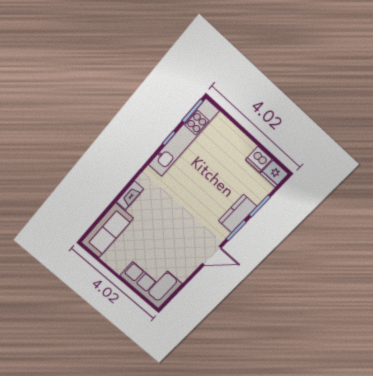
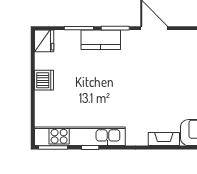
dishwasher: (259, 159) -> (44, 80), moved

